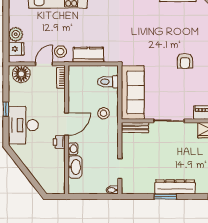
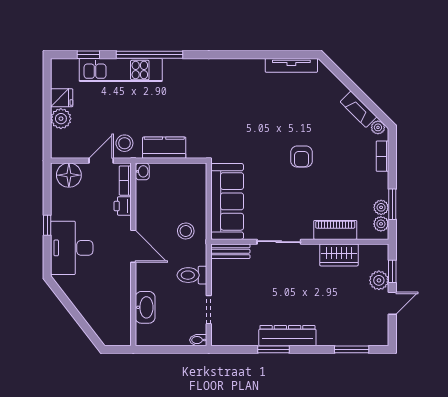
fridge: (16, 49) -> (62, 98), moved
toilet: (108, 82) -> (192, 275), moved
door: (67, 124) -> (133, 246), hinge flipped
printer: (59, 142) -> (123, 206), moved
washbasin: (73, 149) -> (142, 171), moved

